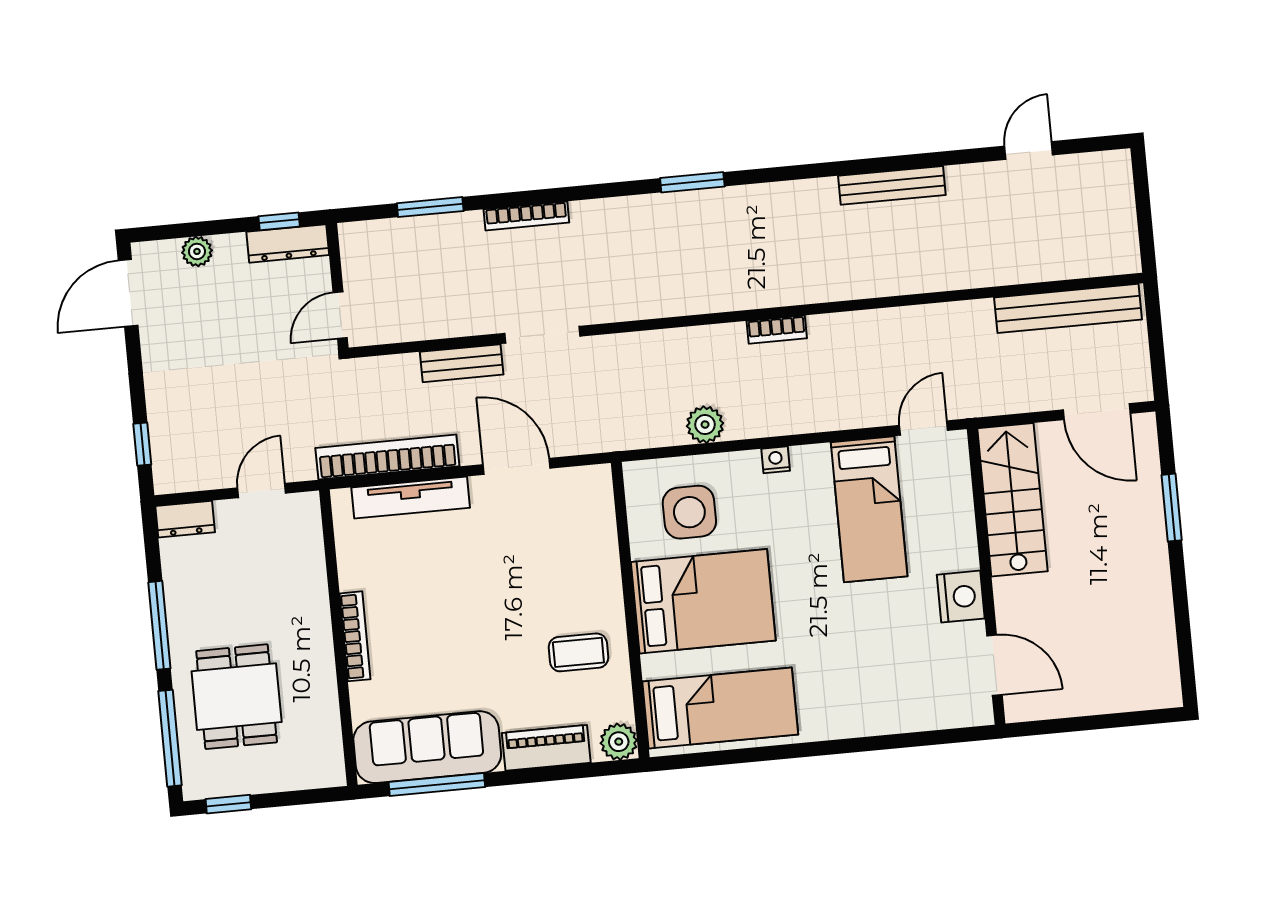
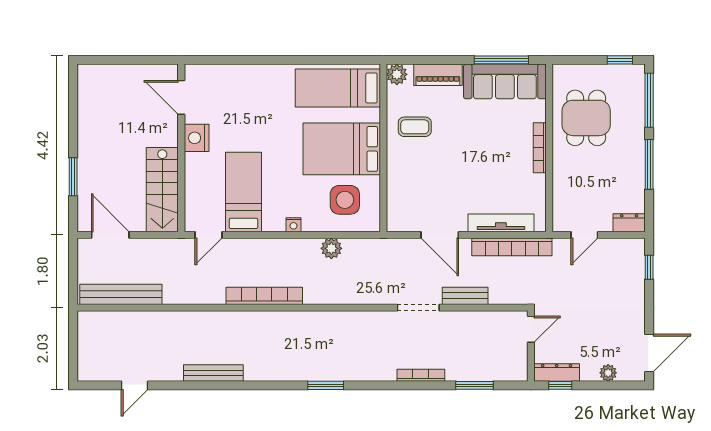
bookcase: (777, 330) -> (264, 296), width x2.31, depth x1.31
dining table: (237, 697) -> (586, 118), moved

